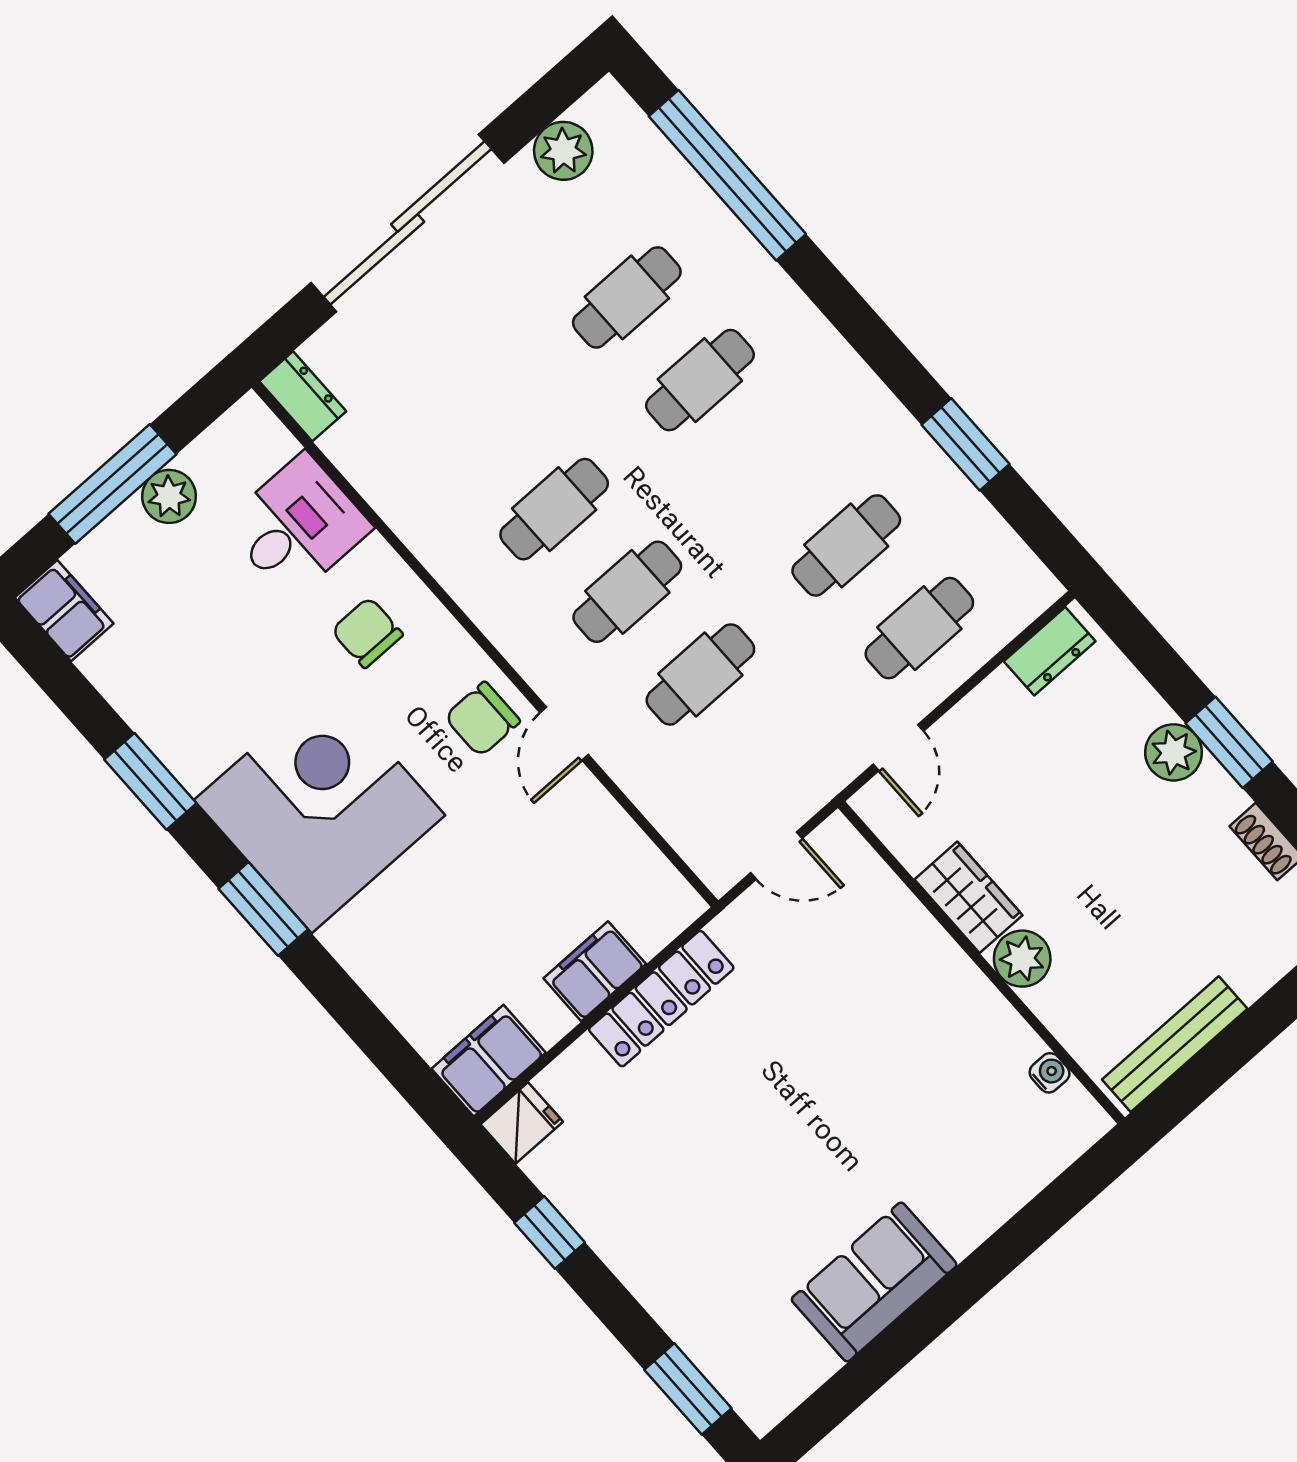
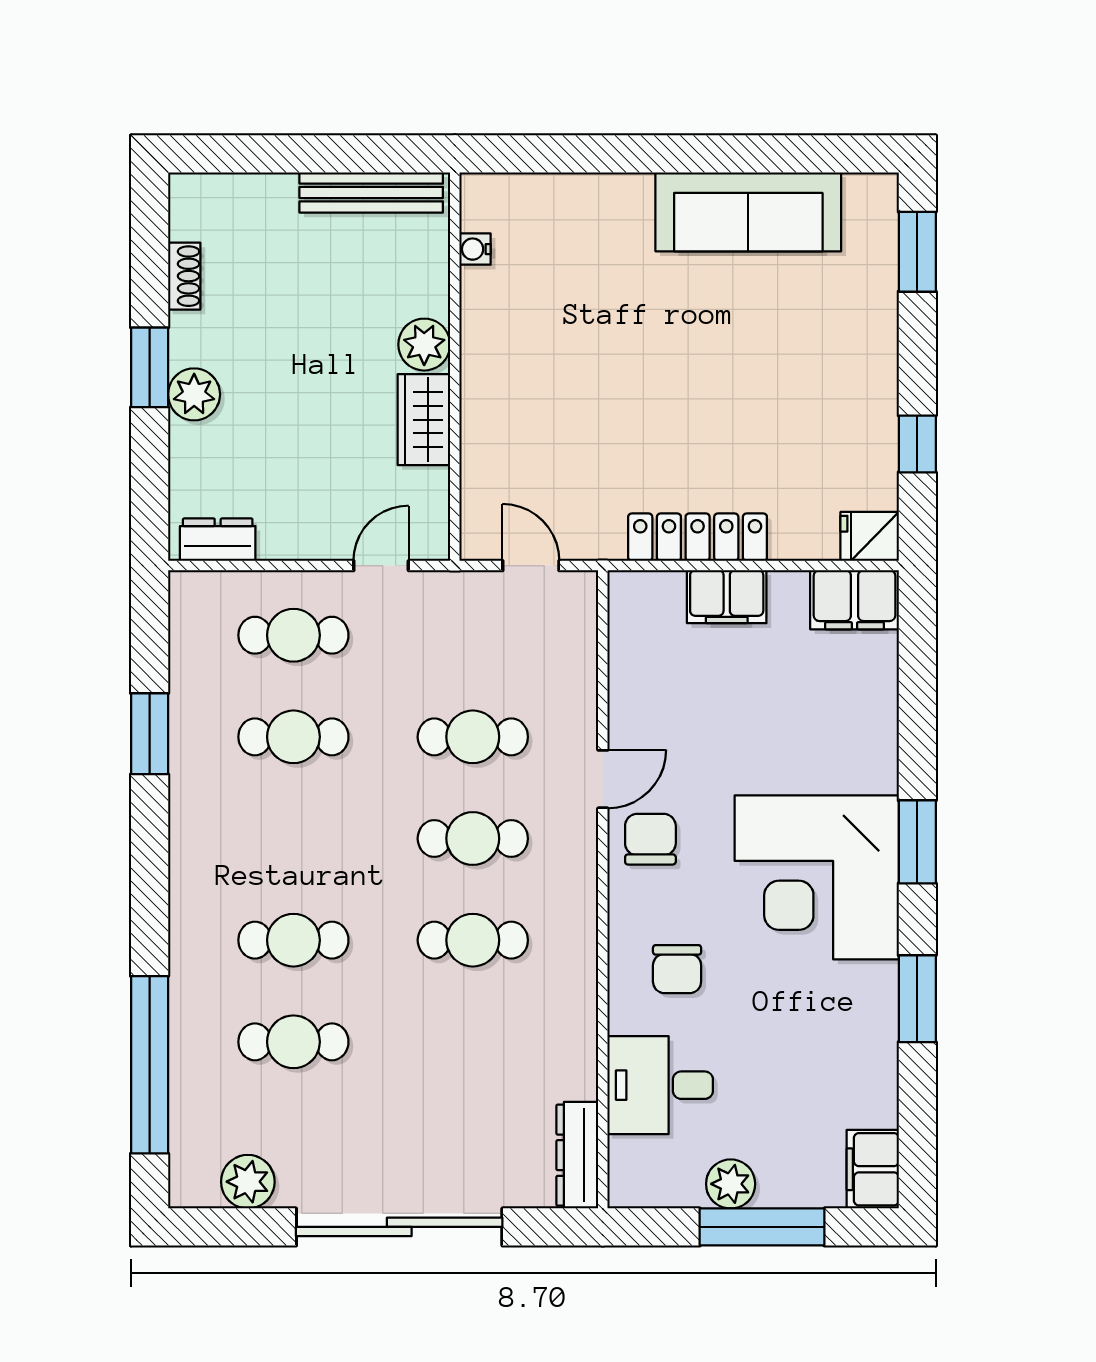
dresser: (303, 396) -> (577, 1155), width x1.44
chair: (482, 719) -> (650, 839), turned -90
sofa: (874, 1282) -> (748, 212), width x1.36

